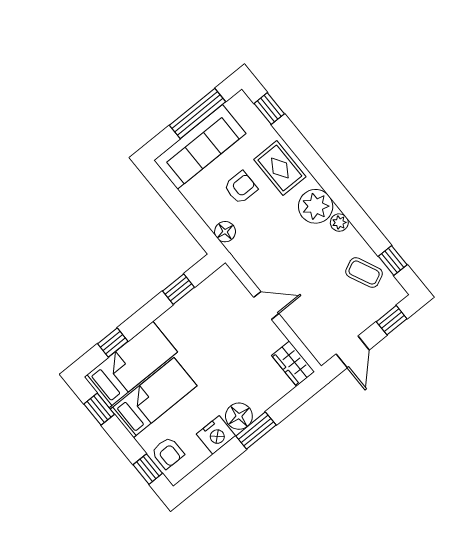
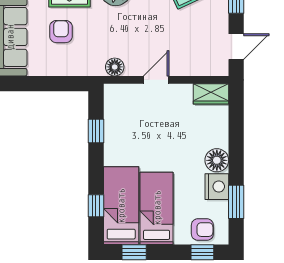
floor lamp: (225, 232) -> (115, 67), moved
door: (353, 352) -> (236, 47), hinge flipped
window: (256, 430) -> (236, 202), moved

